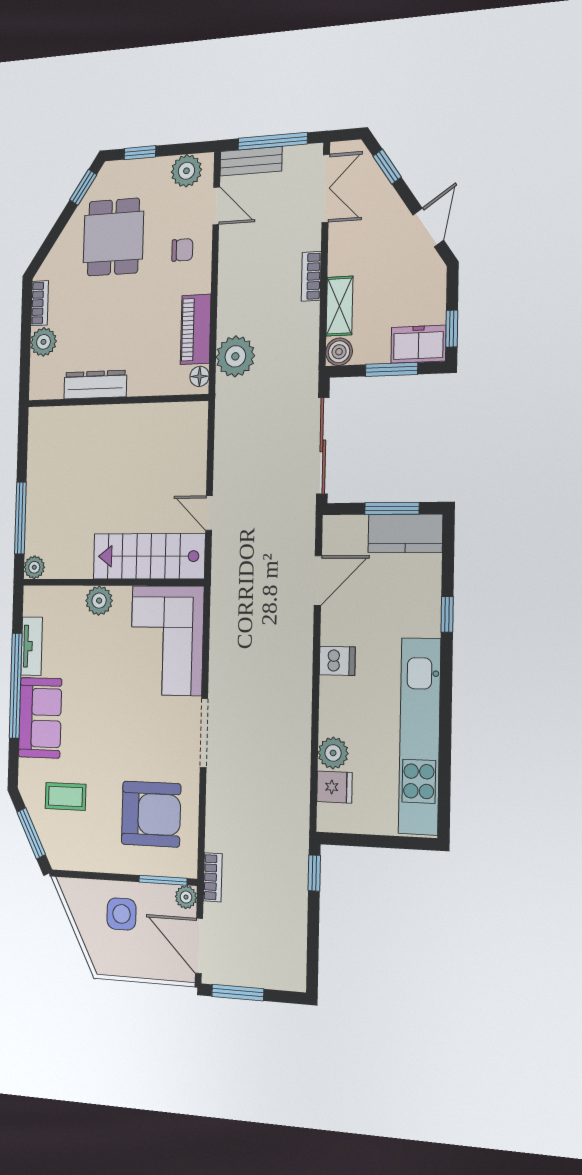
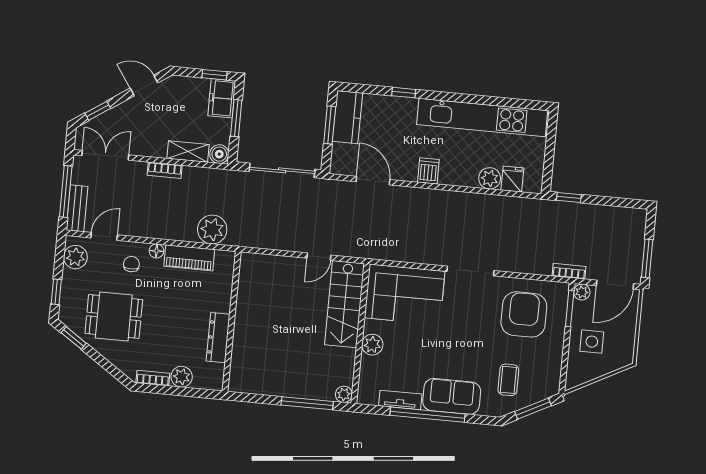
floor lamp: (200, 376) -> (156, 251), moved

